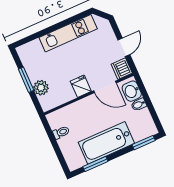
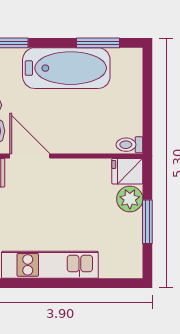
fridge: (81, 86) -> (127, 171), moved, turned 90
toilet: (61, 132) -> (129, 145), moved

